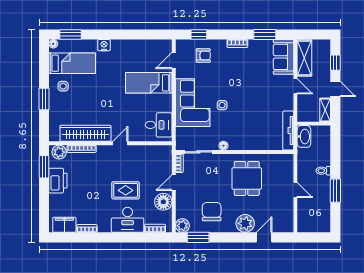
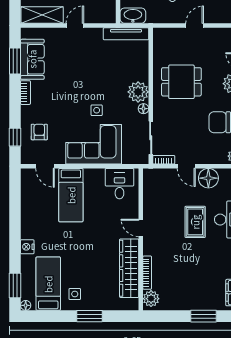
sofa: (283, 57) -> (32, 59), moved, turned -90
plant: (238, 141) -> (138, 92), added
window: (44, 167) -> (203, 316), moved
printer: (58, 181) -> (184, 300), removed

